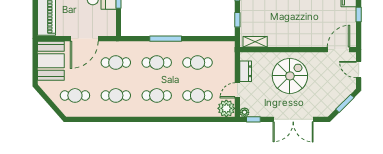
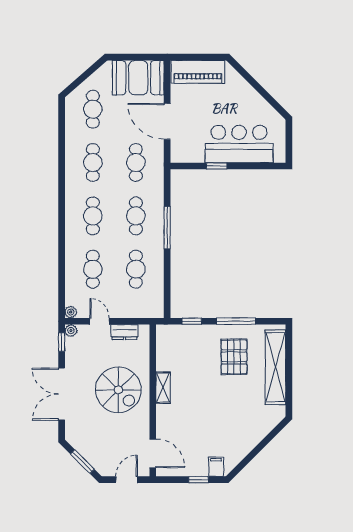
shelving: (255, 42) -> (163, 388), moved
plant: (226, 108) -> (71, 312), width x0.53, depth x0.53

